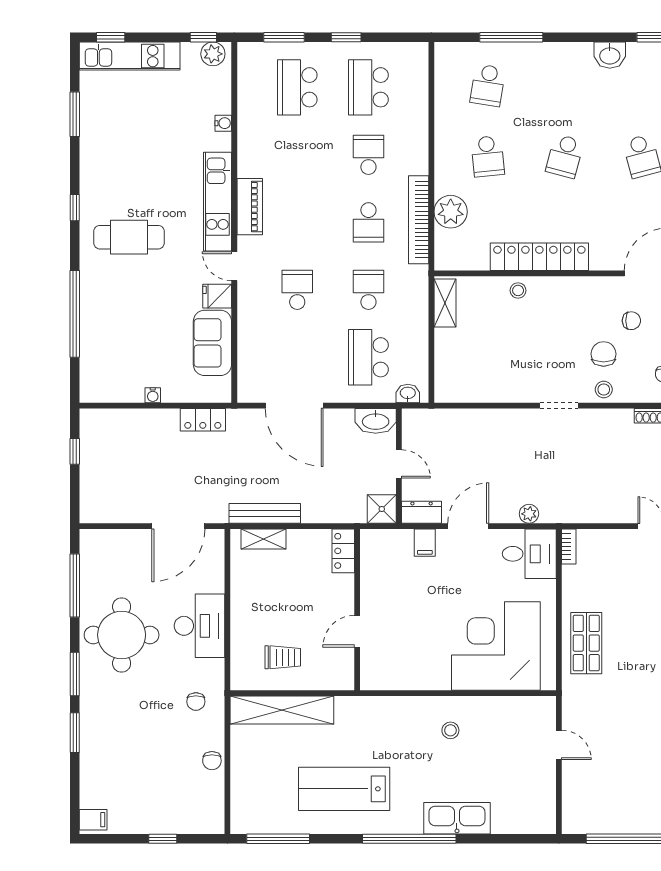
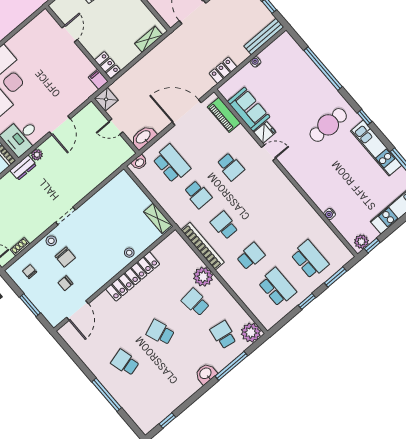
washbasin: (610, 55) -> (206, 374), moved
plant: (451, 58) -> (251, 333), added
school desk: (368, 155) -> (251, 256), turned -90
school desk: (565, 156) -> (160, 332), turned -36
kitchen unit: (218, 202) -> (376, 148), moved, turned 180
piano: (250, 207) -> (224, 115), moved
plant: (451, 212) -> (203, 277), moved
dresser: (422, 512) -> (23, 168), moved
bench: (265, 513) -> (264, 36), moved
filing cabinet: (425, 543) -> (98, 79), moved

